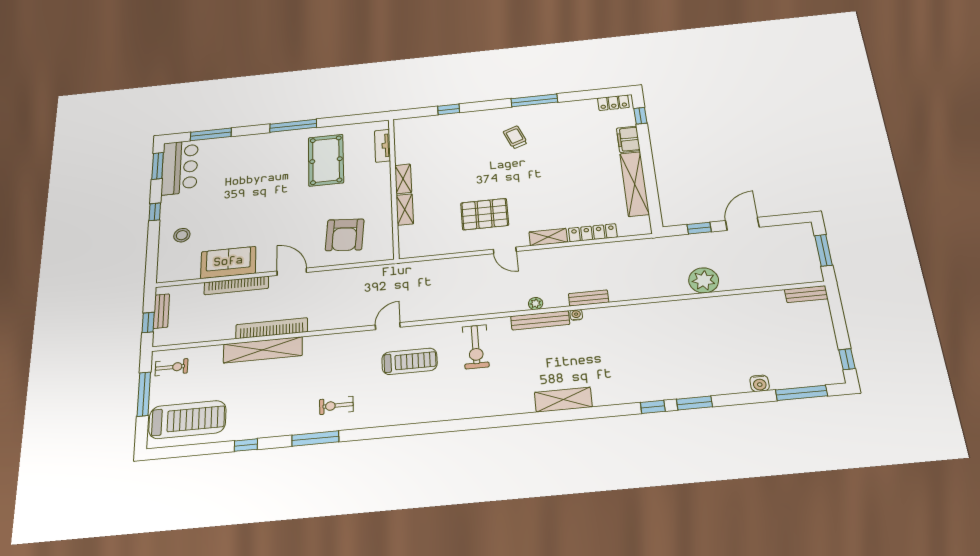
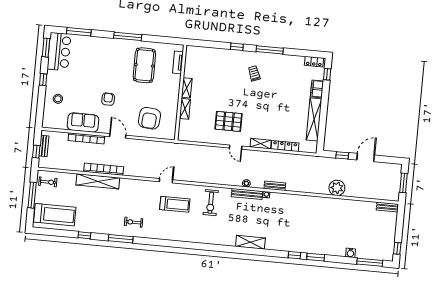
window: (449, 109) -> (237, 47), moved
armchair: (269, 220) -> (108, 99), added

